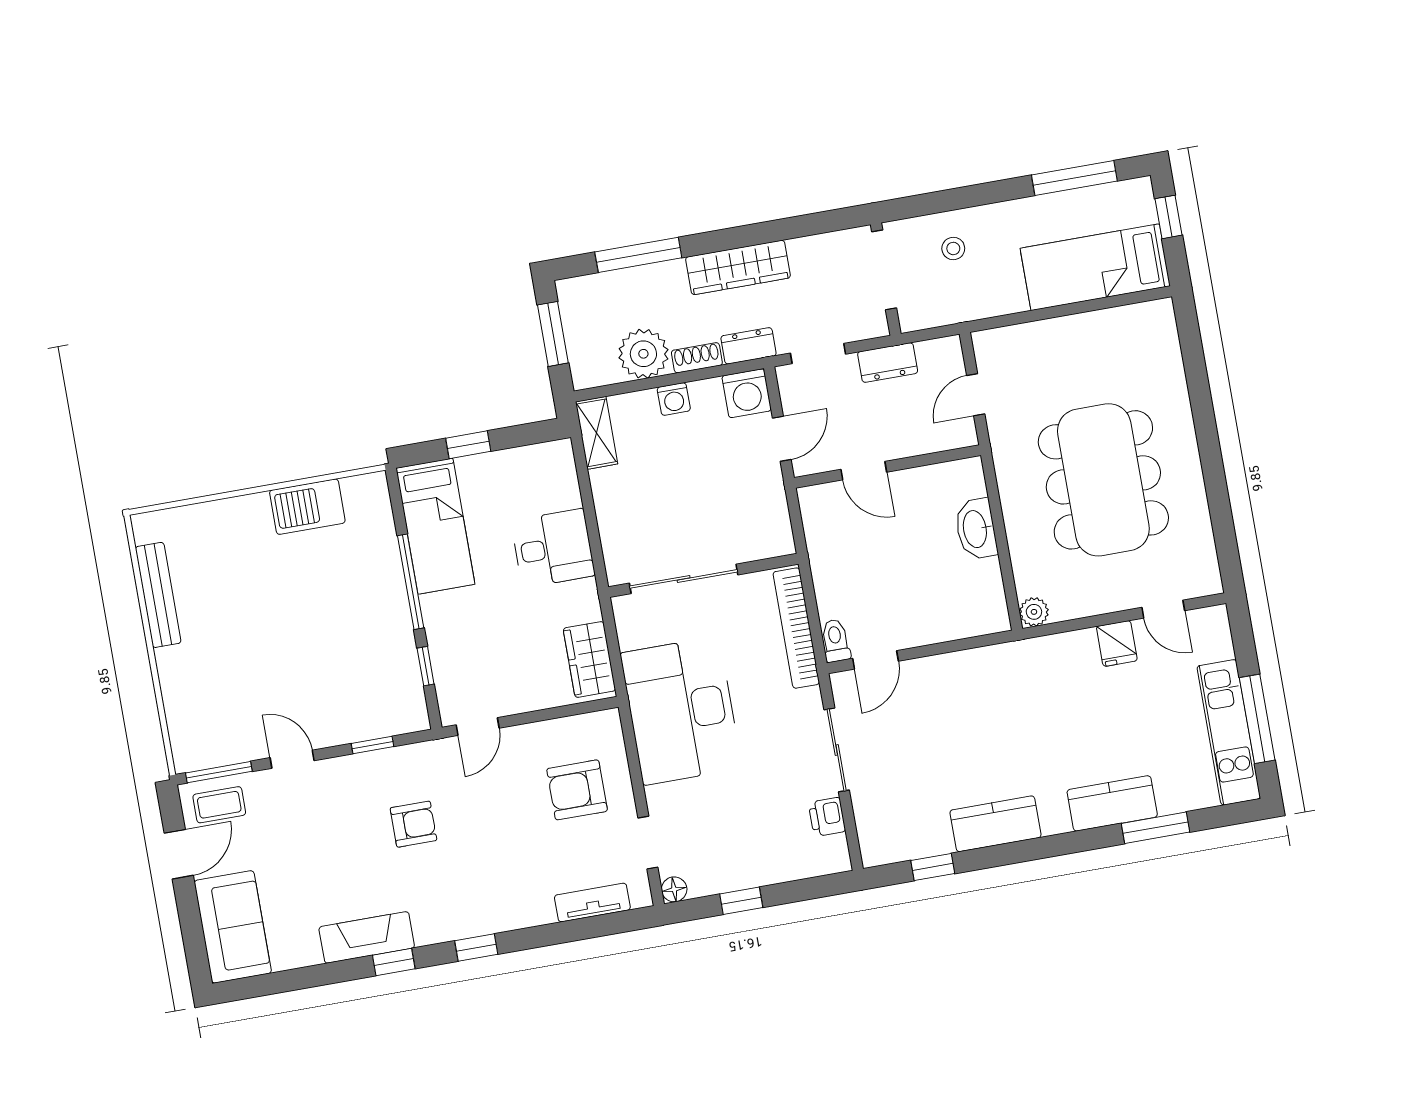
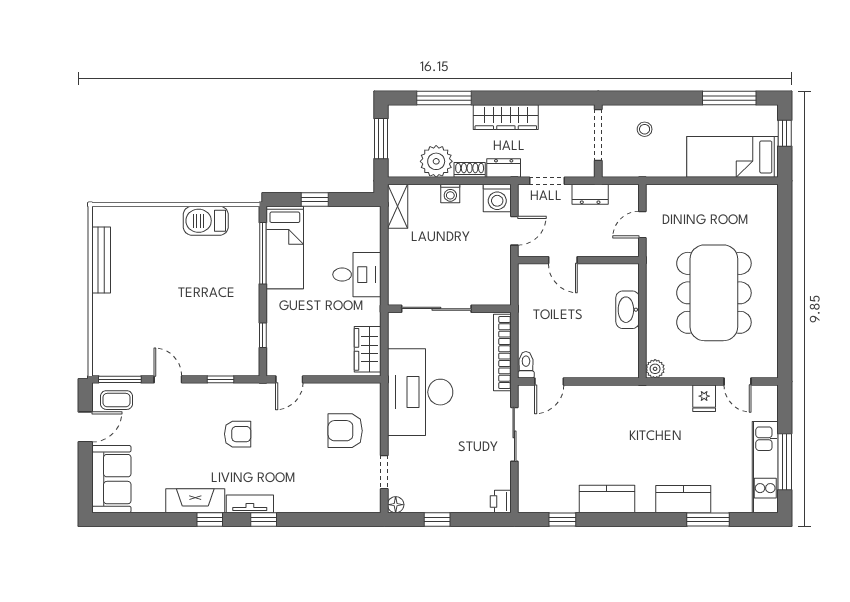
window: (411, 582) -> (263, 253), moved
printer: (827, 817) -> (501, 501), moved
tv unit: (592, 902) -> (250, 504), moved

